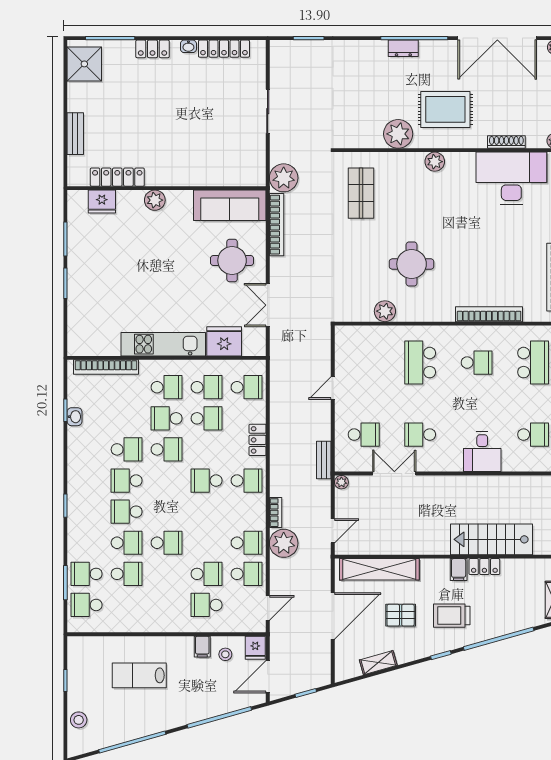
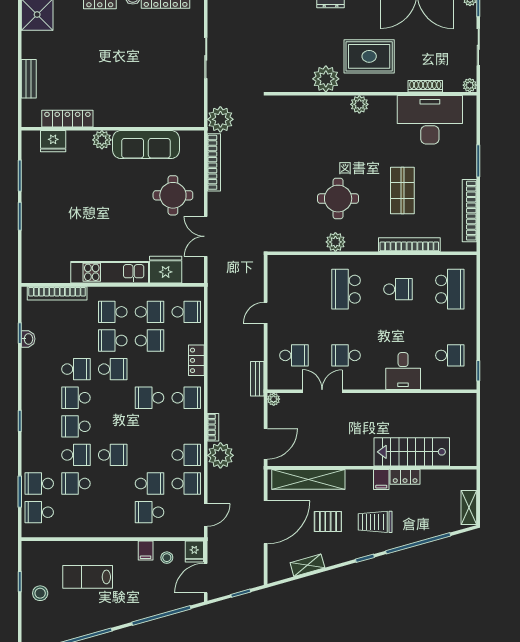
shop shelf: (361, 193) -> (402, 191), moved
sofa: (230, 205) -> (146, 145), moved
plant: (385, 311) -> (335, 242), moved
school desk: (167, 387) -> (113, 312), turned 180
door: (333, 531) -> (266, 444), width x1.38
school desk: (127, 574) -> (76, 484), turned 180
stool: (79, 720) -> (40, 593), moved

